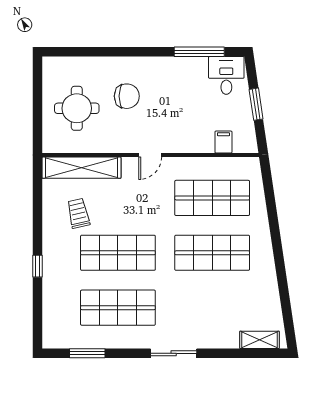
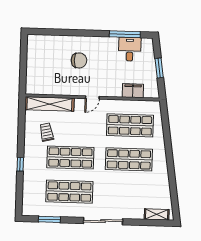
desk: (226, 75) -> (130, 49), moved
round table: (77, 108) -> (48, 67), removed
filing cabinet: (223, 142) -> (133, 91), width x2.00
sliding door: (174, 353) -> (103, 221), width x1.37

